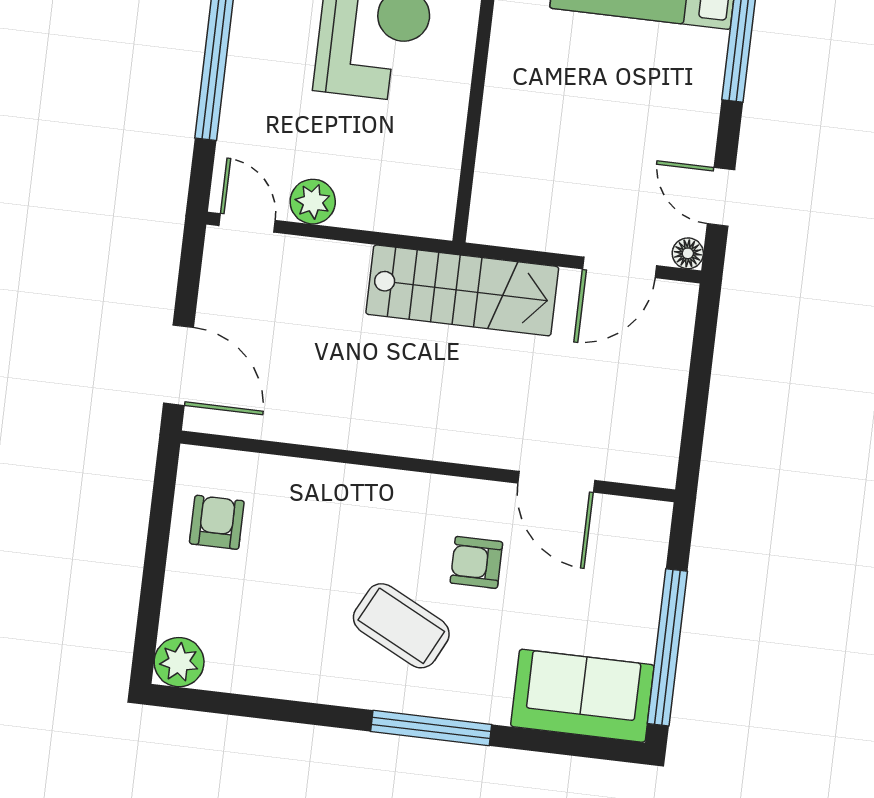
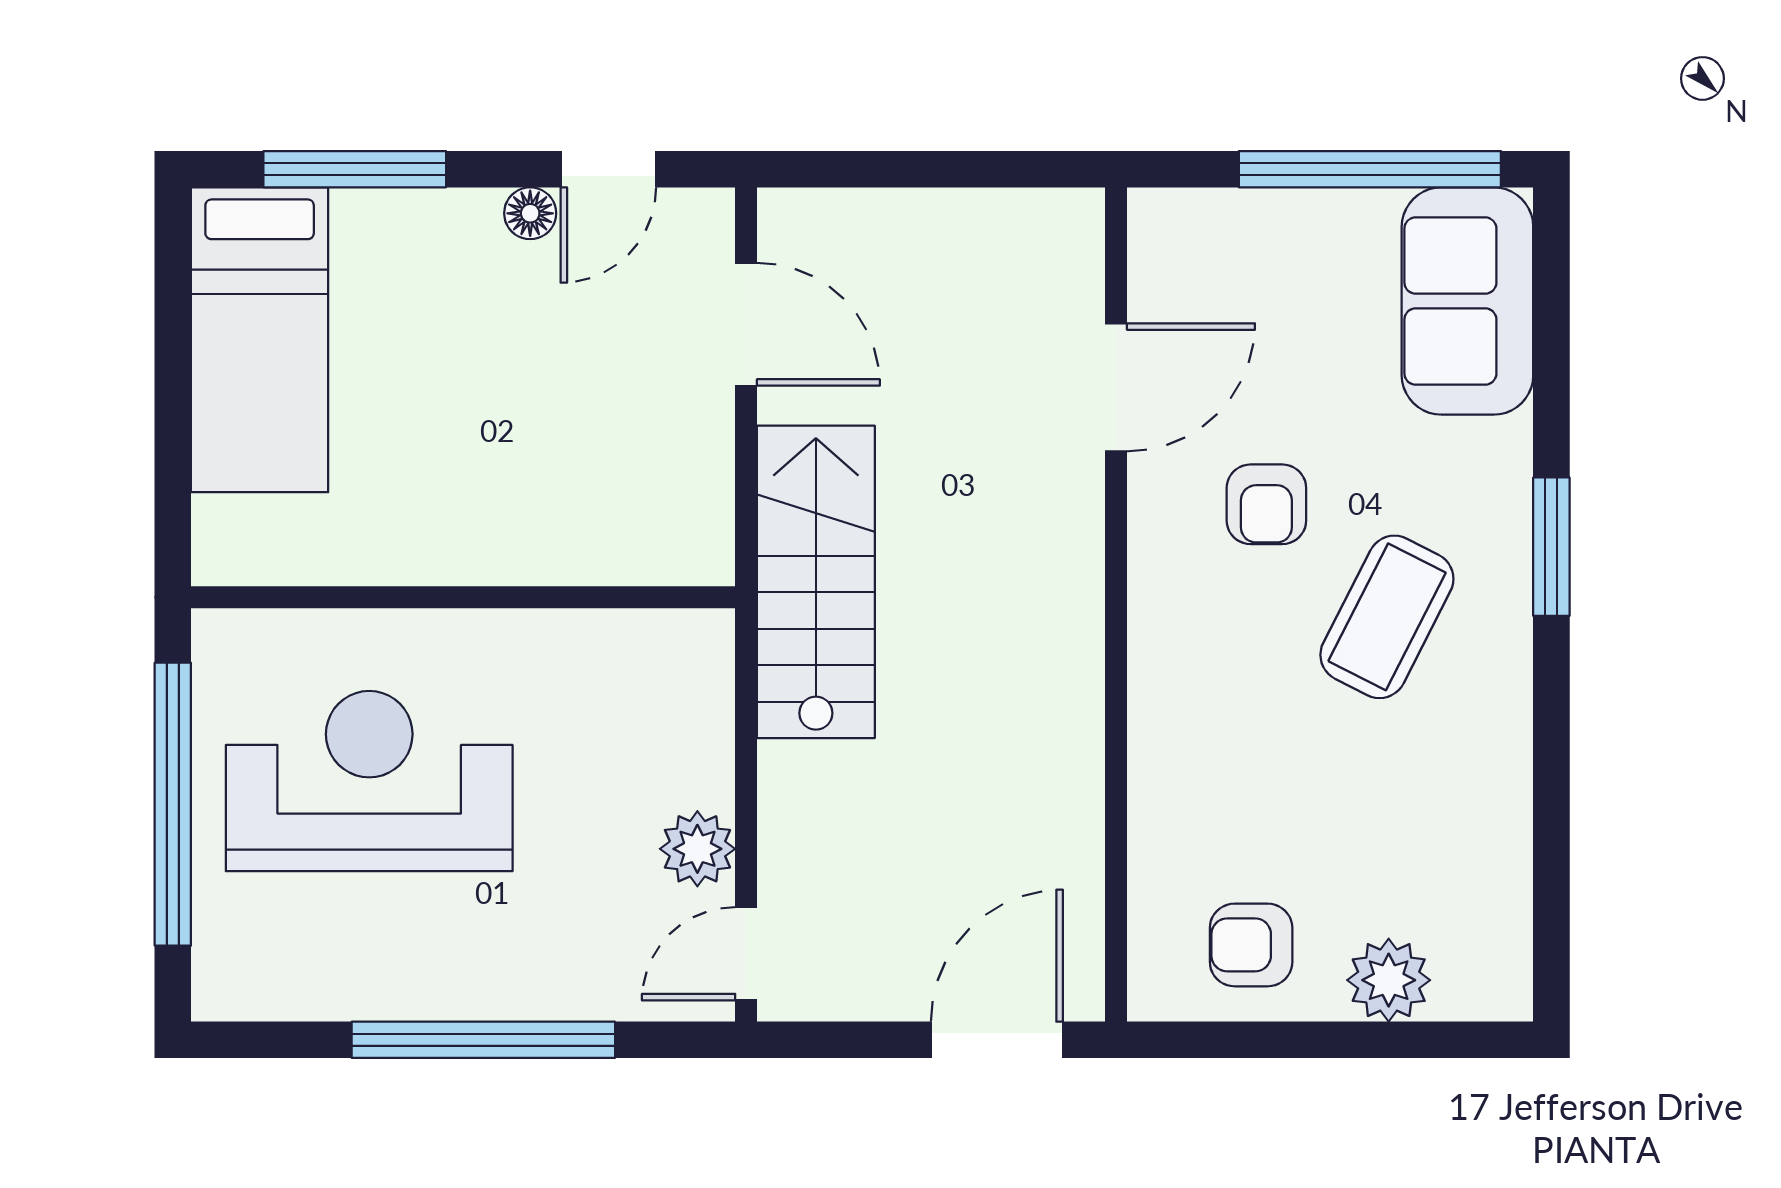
floor lamp: (688, 253) -> (530, 213), moved
plant: (179, 662) -> (1389, 980), moved
window: (431, 728) -> (1551, 547), width x0.69

